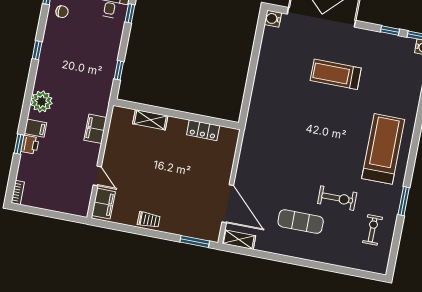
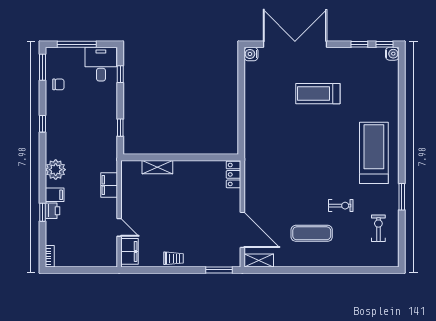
locker: (203, 130) -> (233, 174), moved, turned 90
exercise bike: (337, 198) -> (341, 206), width x0.73, depth x0.72

